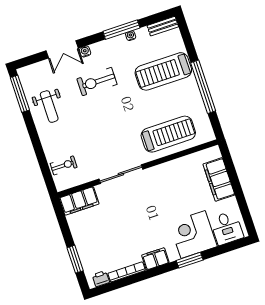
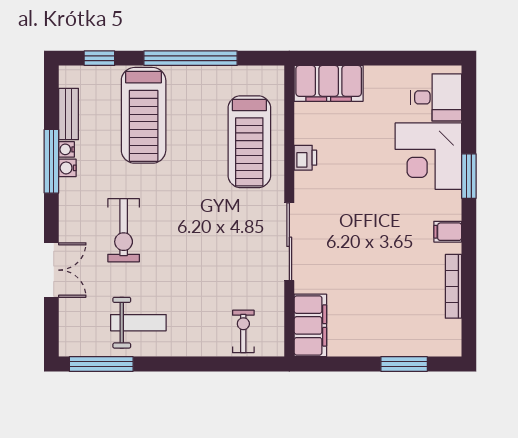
bench: (163, 26) -> (69, 114), moved
window: (186, 37) -> (99, 58), added
water cooler: (85, 51) -> (67, 168), moved
treadmill: (168, 134) -> (249, 142), turned 180
filing cabinet: (219, 179) -> (329, 83), moved
filing cabinet: (155, 259) -> (448, 232), width x0.50
printer: (101, 279) -> (305, 158), moved, turned 180

